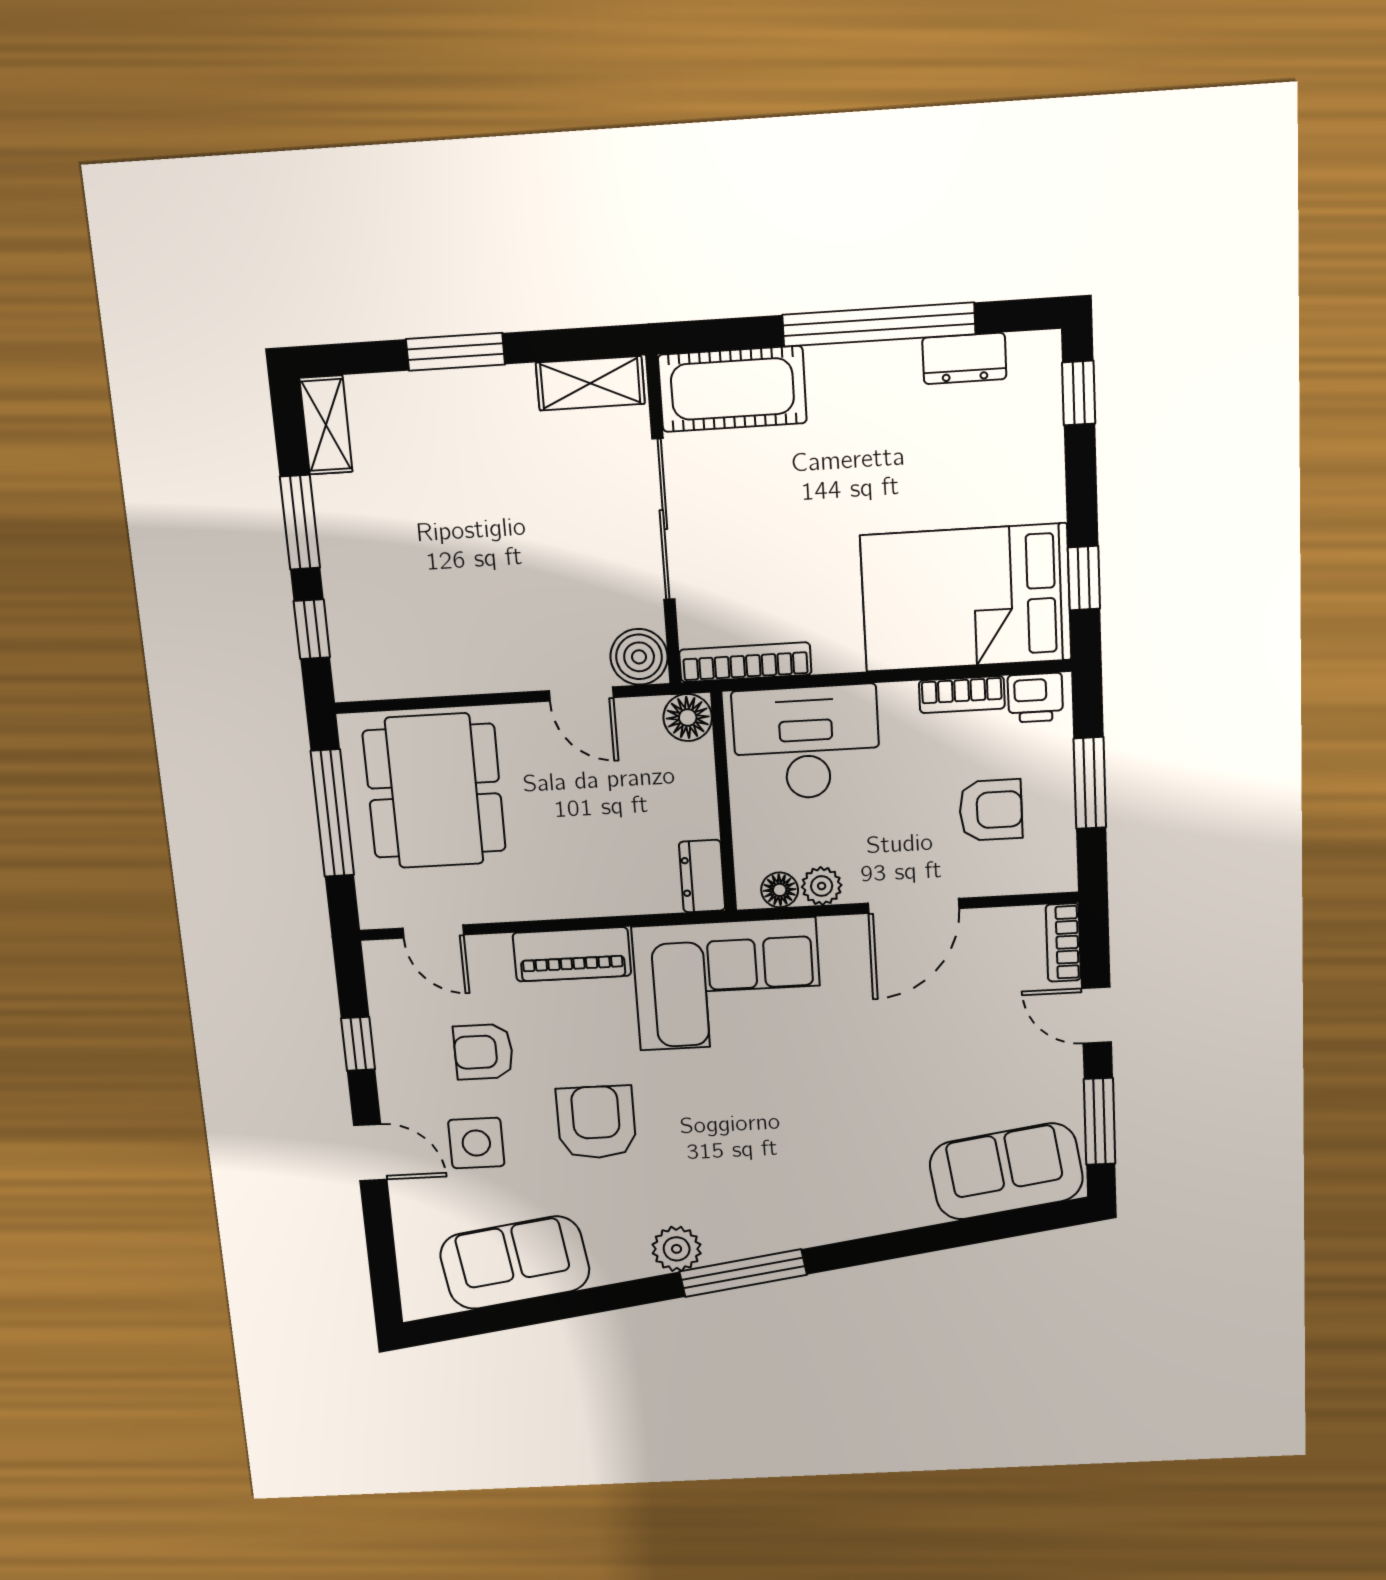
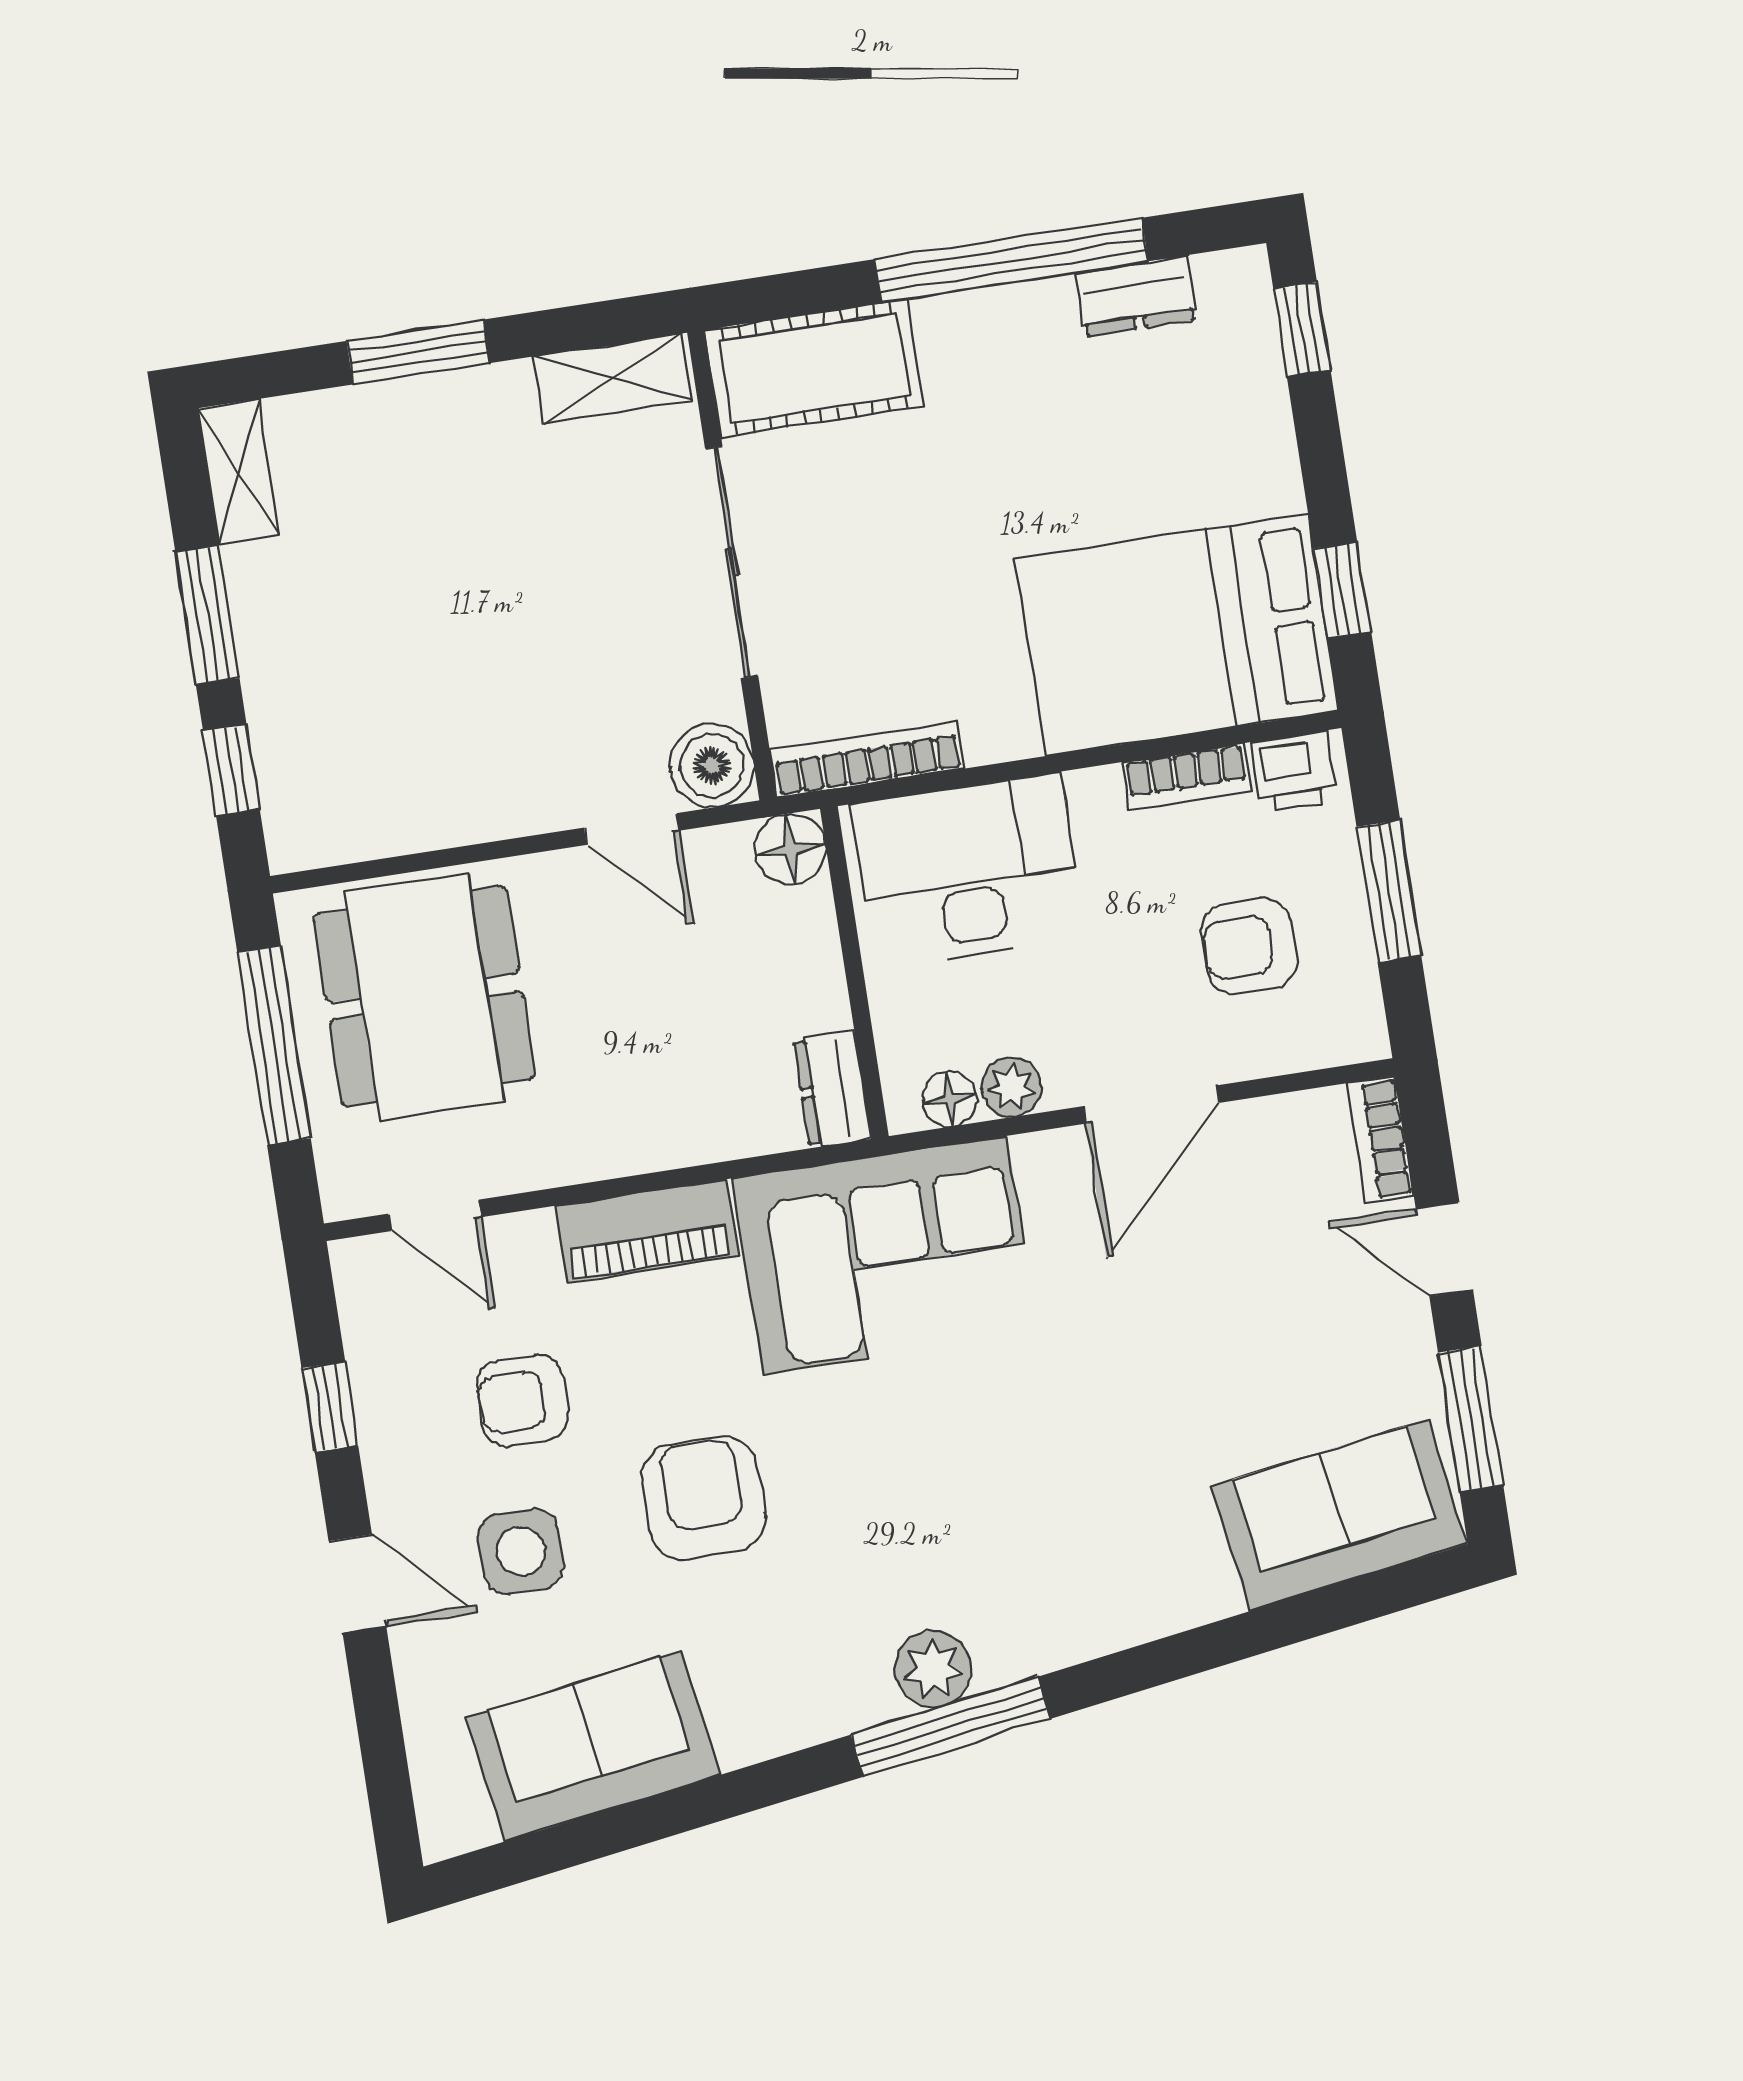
armchair: (991, 810) -> (1249, 946), turned 180
plant: (677, 1249) -> (933, 1669), moved

